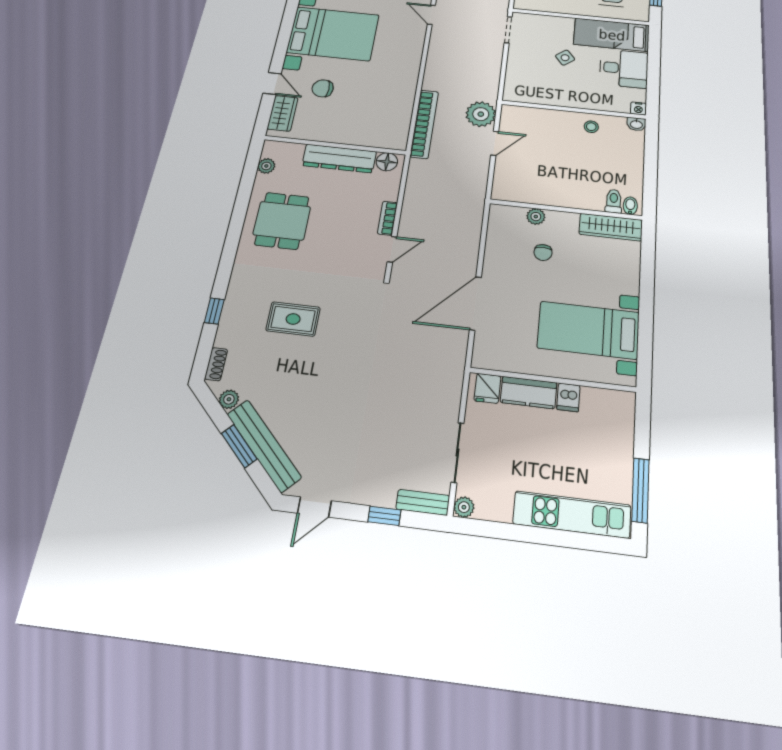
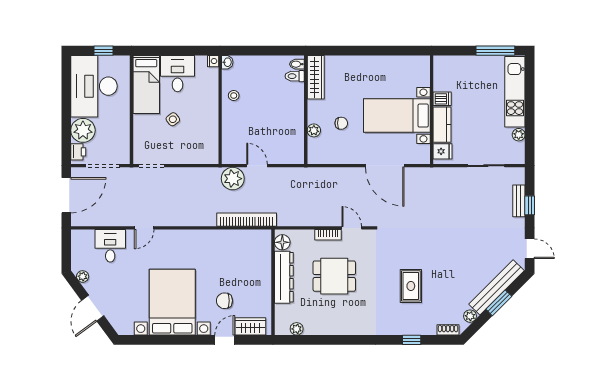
chair: (323, 88) -> (224, 301), turned 90
dining table: (282, 221) -> (334, 276), moved
bed with nightstands: (588, 330) -> (397, 116), moved, turned 90
bench: (423, 502) -> (519, 201), moved
plant: (464, 507) -> (519, 135), moved

